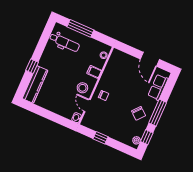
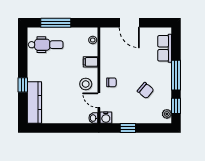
door: (150, 59) -> (129, 23), moved
chair: (139, 113) -> (146, 90), moved
water cooler: (87, 122) -> (106, 118), added

